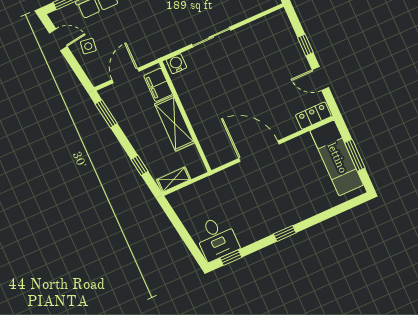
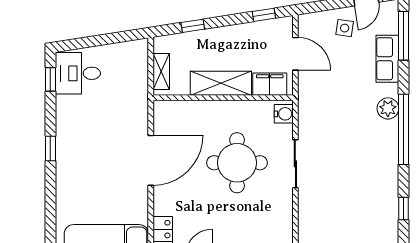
round table: (231, 83) -> (237, 163), added
window: (106, 114) -> (264, 15), width x0.67
shelving: (174, 180) -> (161, 72), moved

